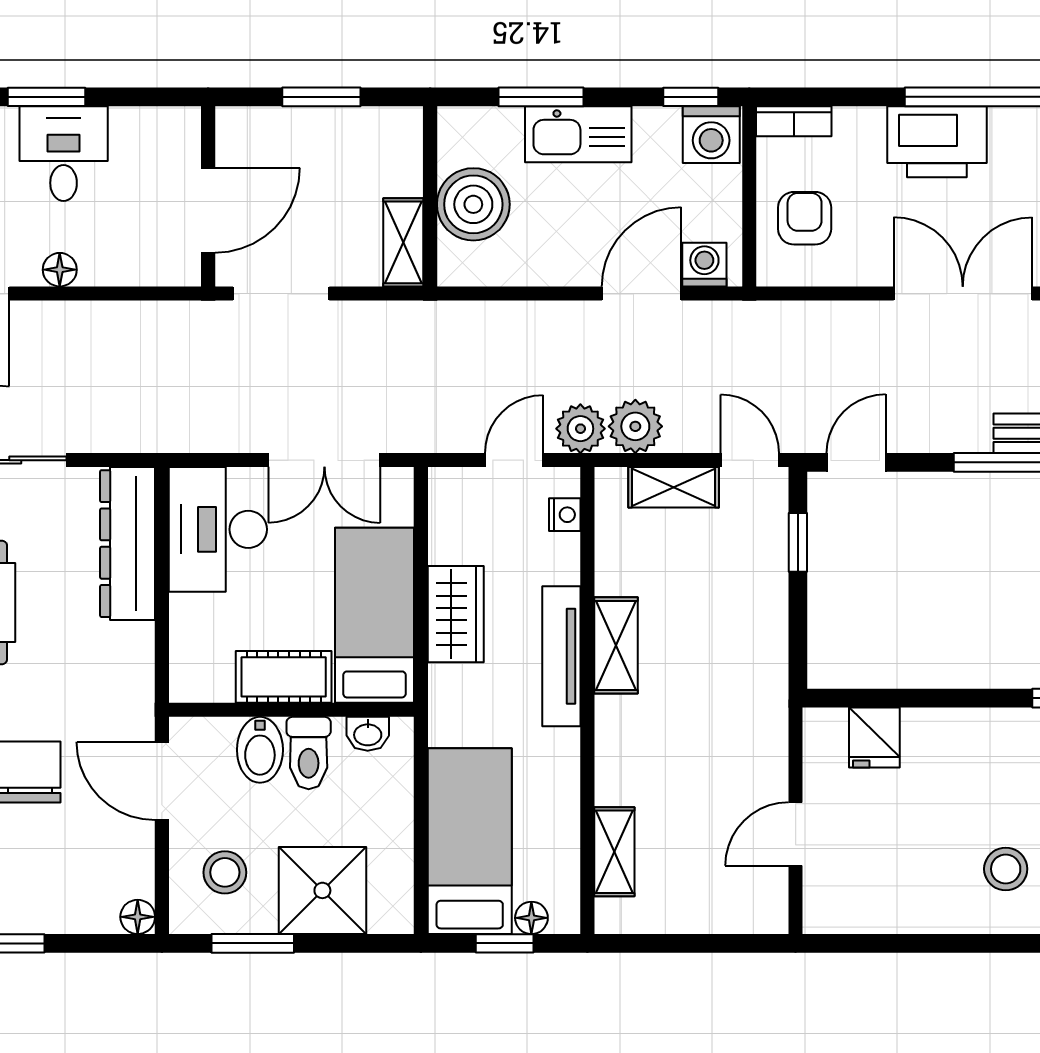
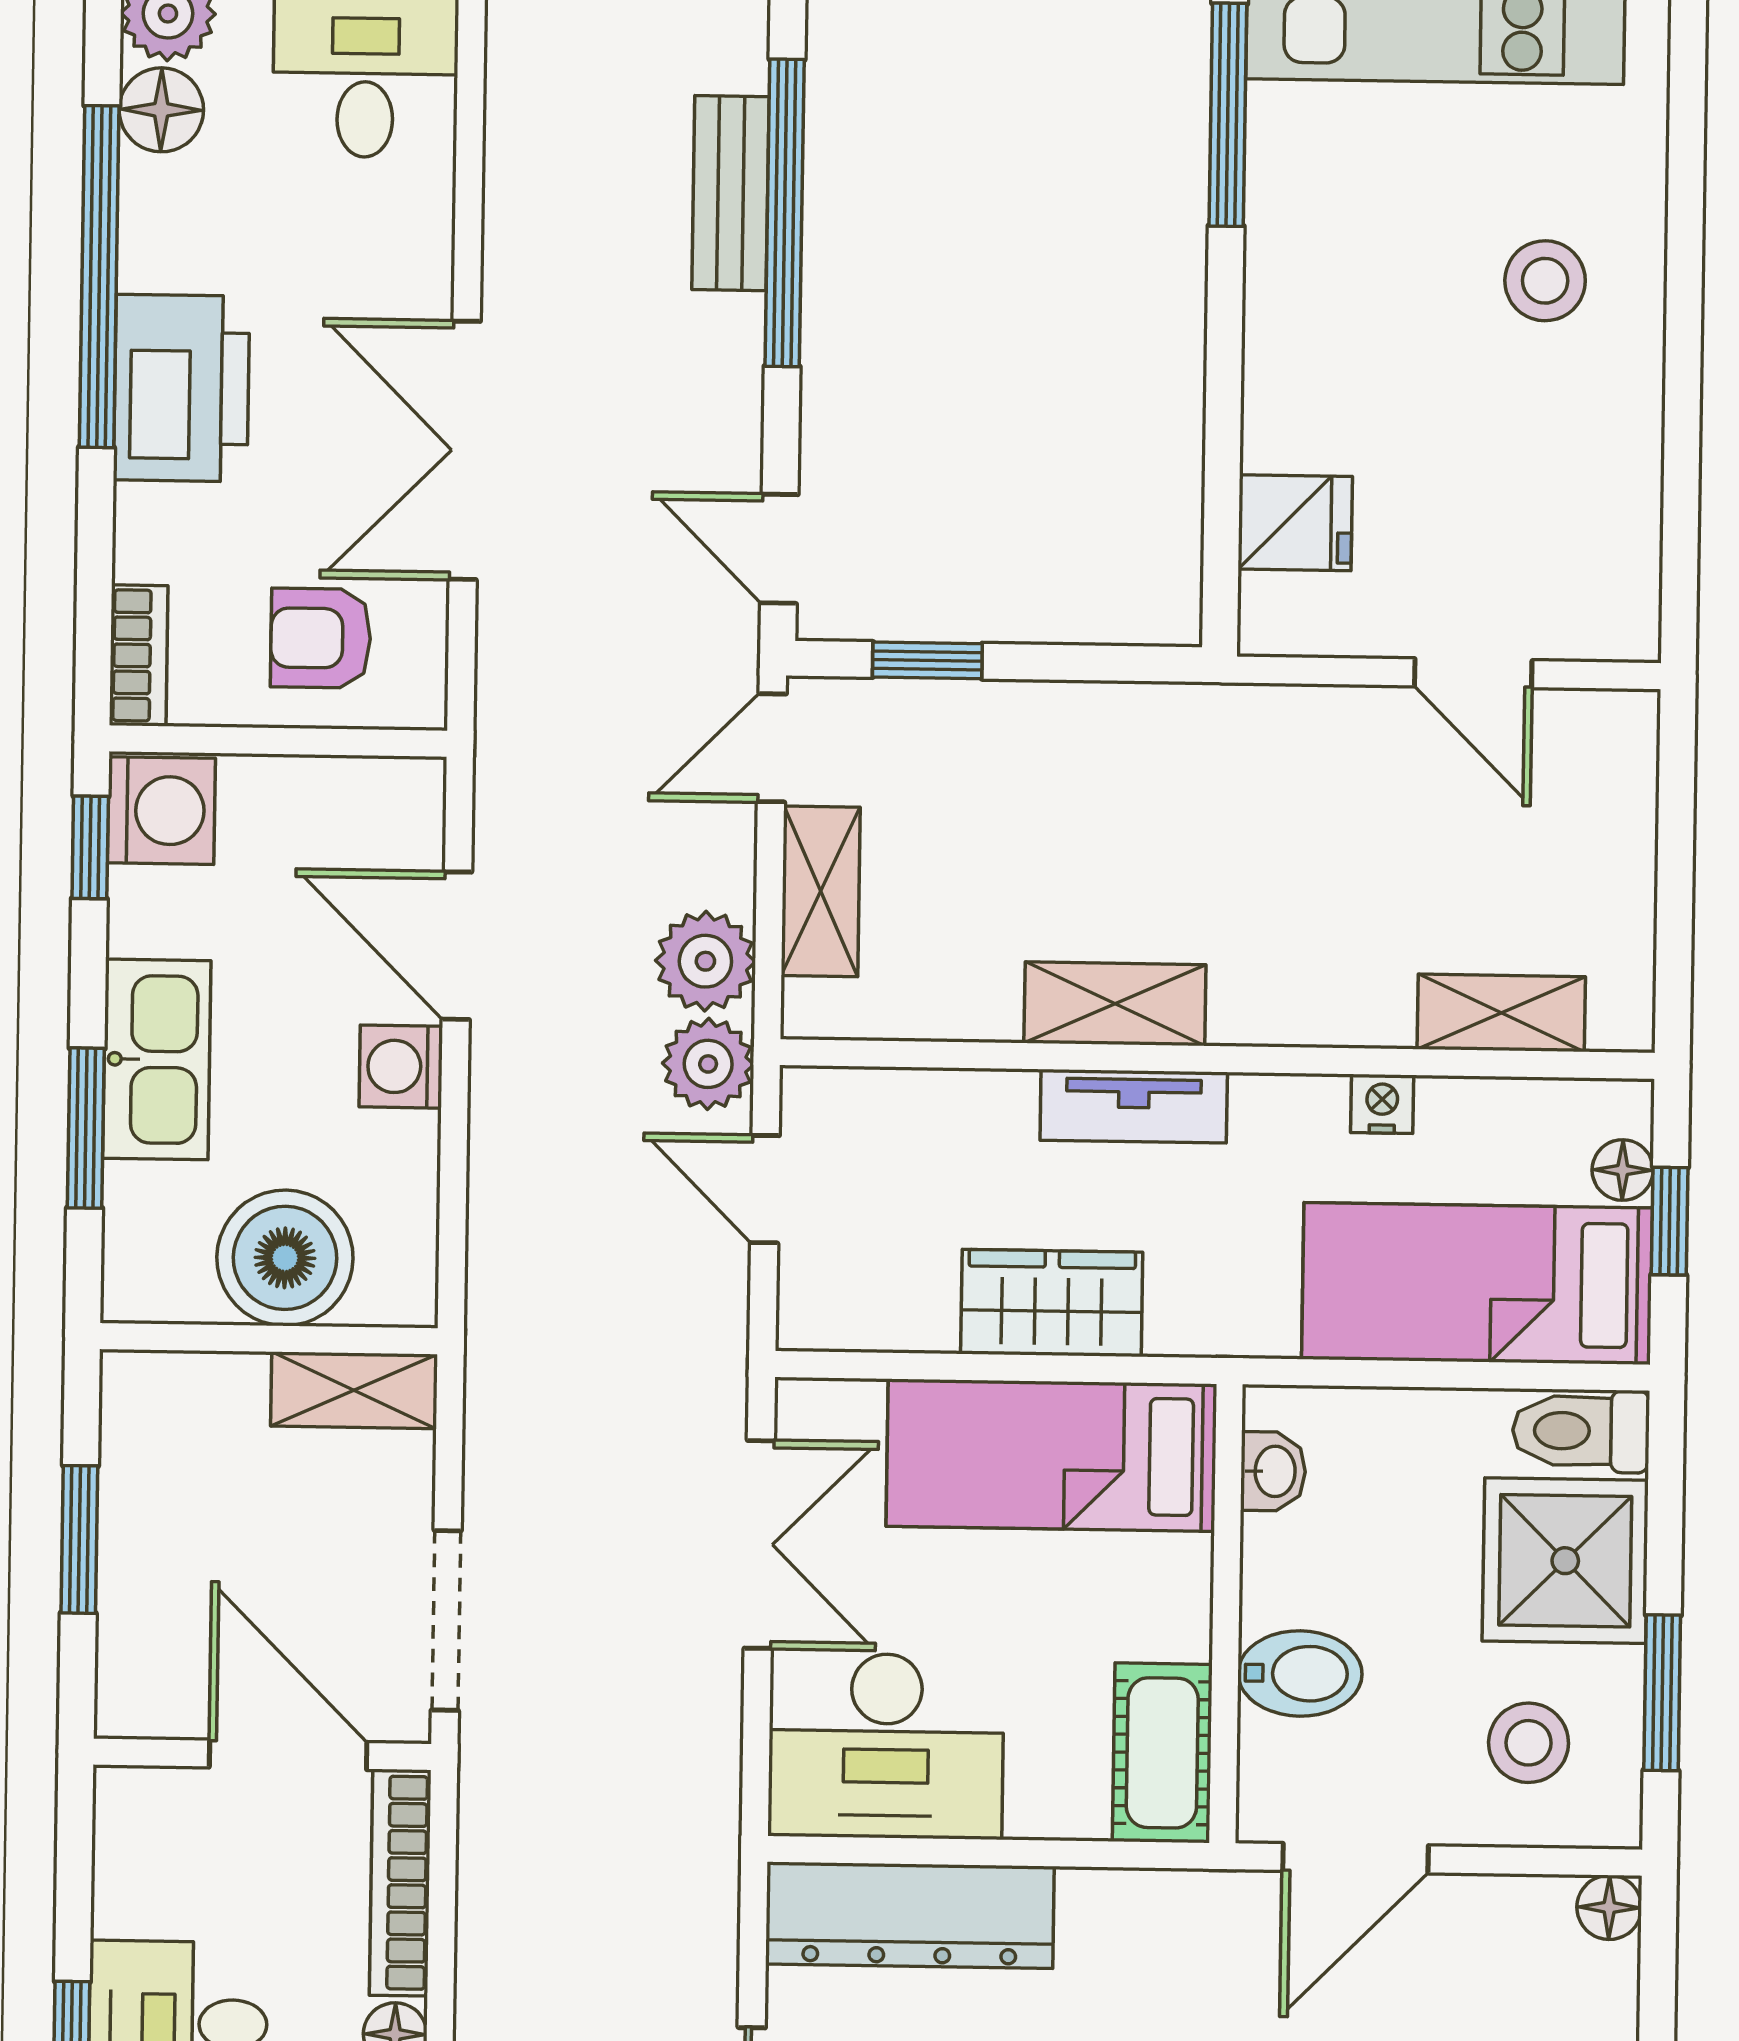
washing machine: (704, 265) -> (401, 1067), moved
bookcase: (141, 271) -> (400, 1883), added
double door: (963, 294) -> (465, 450), moved
nightstand: (565, 515) -> (1382, 1104), moved
tv unit: (561, 656) -> (1134, 1106), width x0.71
cot: (284, 677) -> (1162, 1753), moved
toilet: (309, 753) -> (1581, 1431), moved, turned 180

